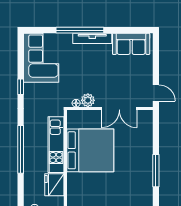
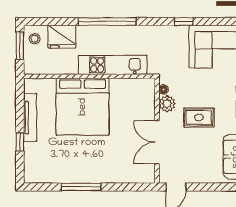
rug: (99, 74) -> (199, 117), added
bed: (90, 150) -> (83, 107), moved
fridge: (54, 185) -> (62, 37), moved, turned 180

